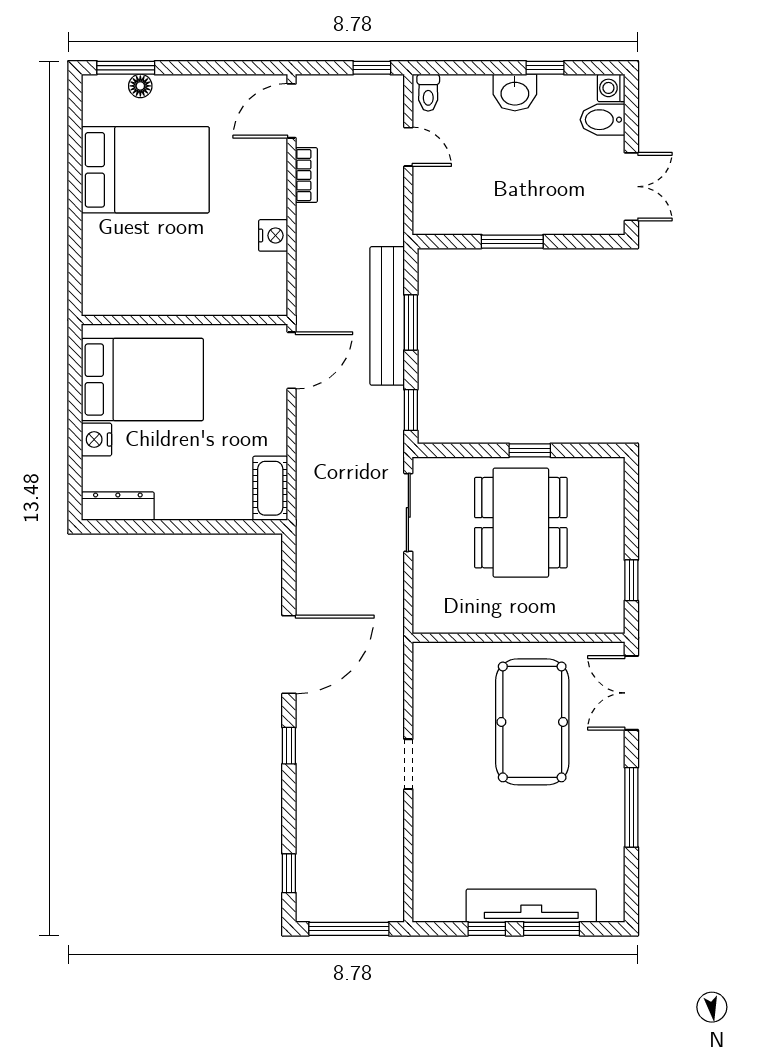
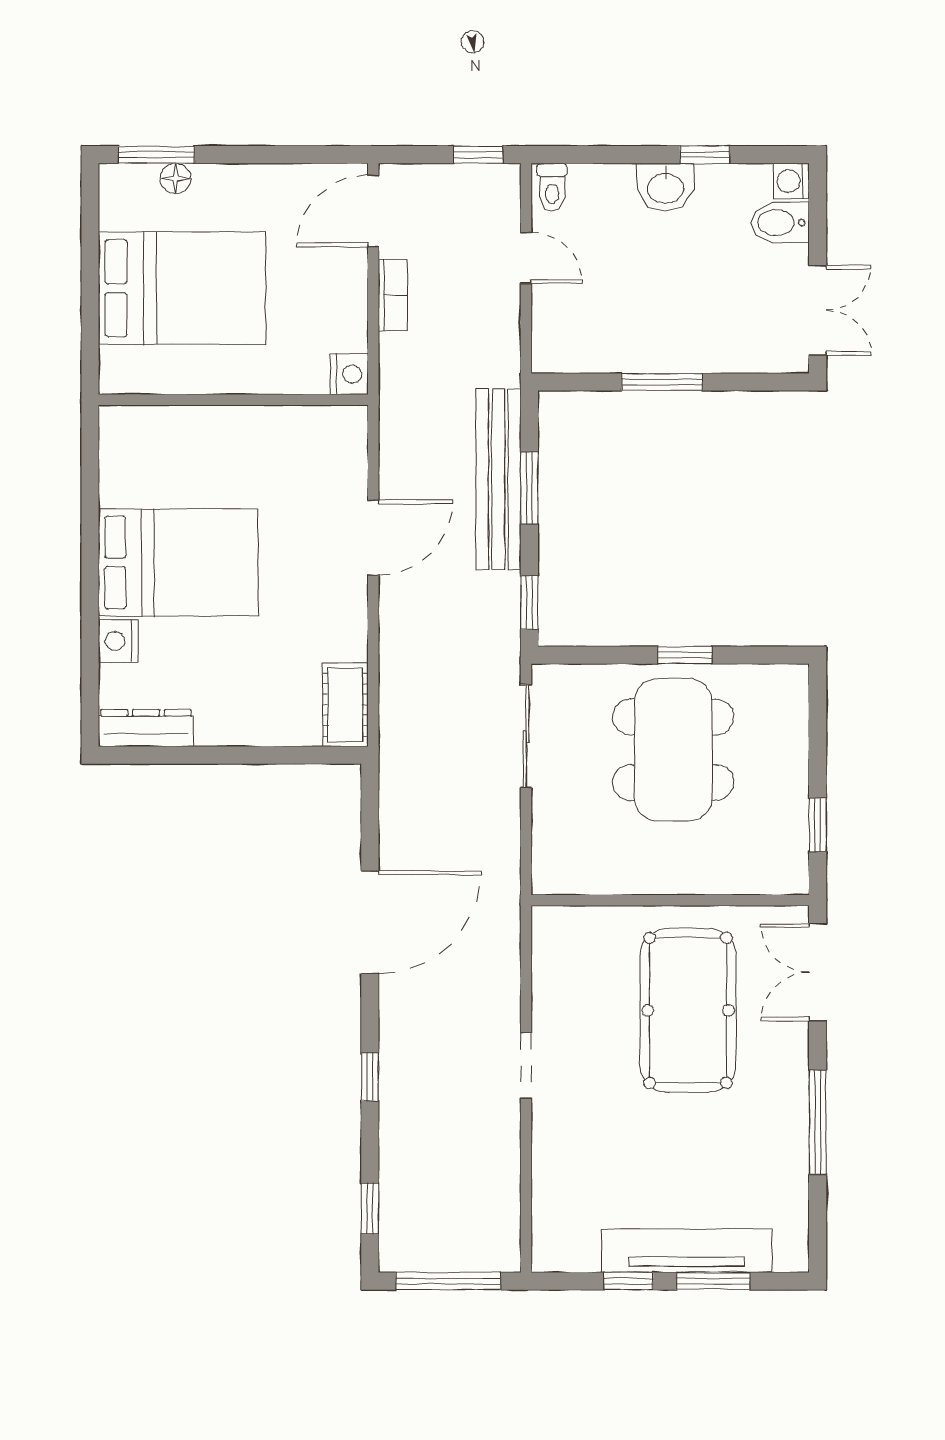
wall: (185, 320) -> (233, 400), moved
window: (289, 746) -> (370, 1077), moved

